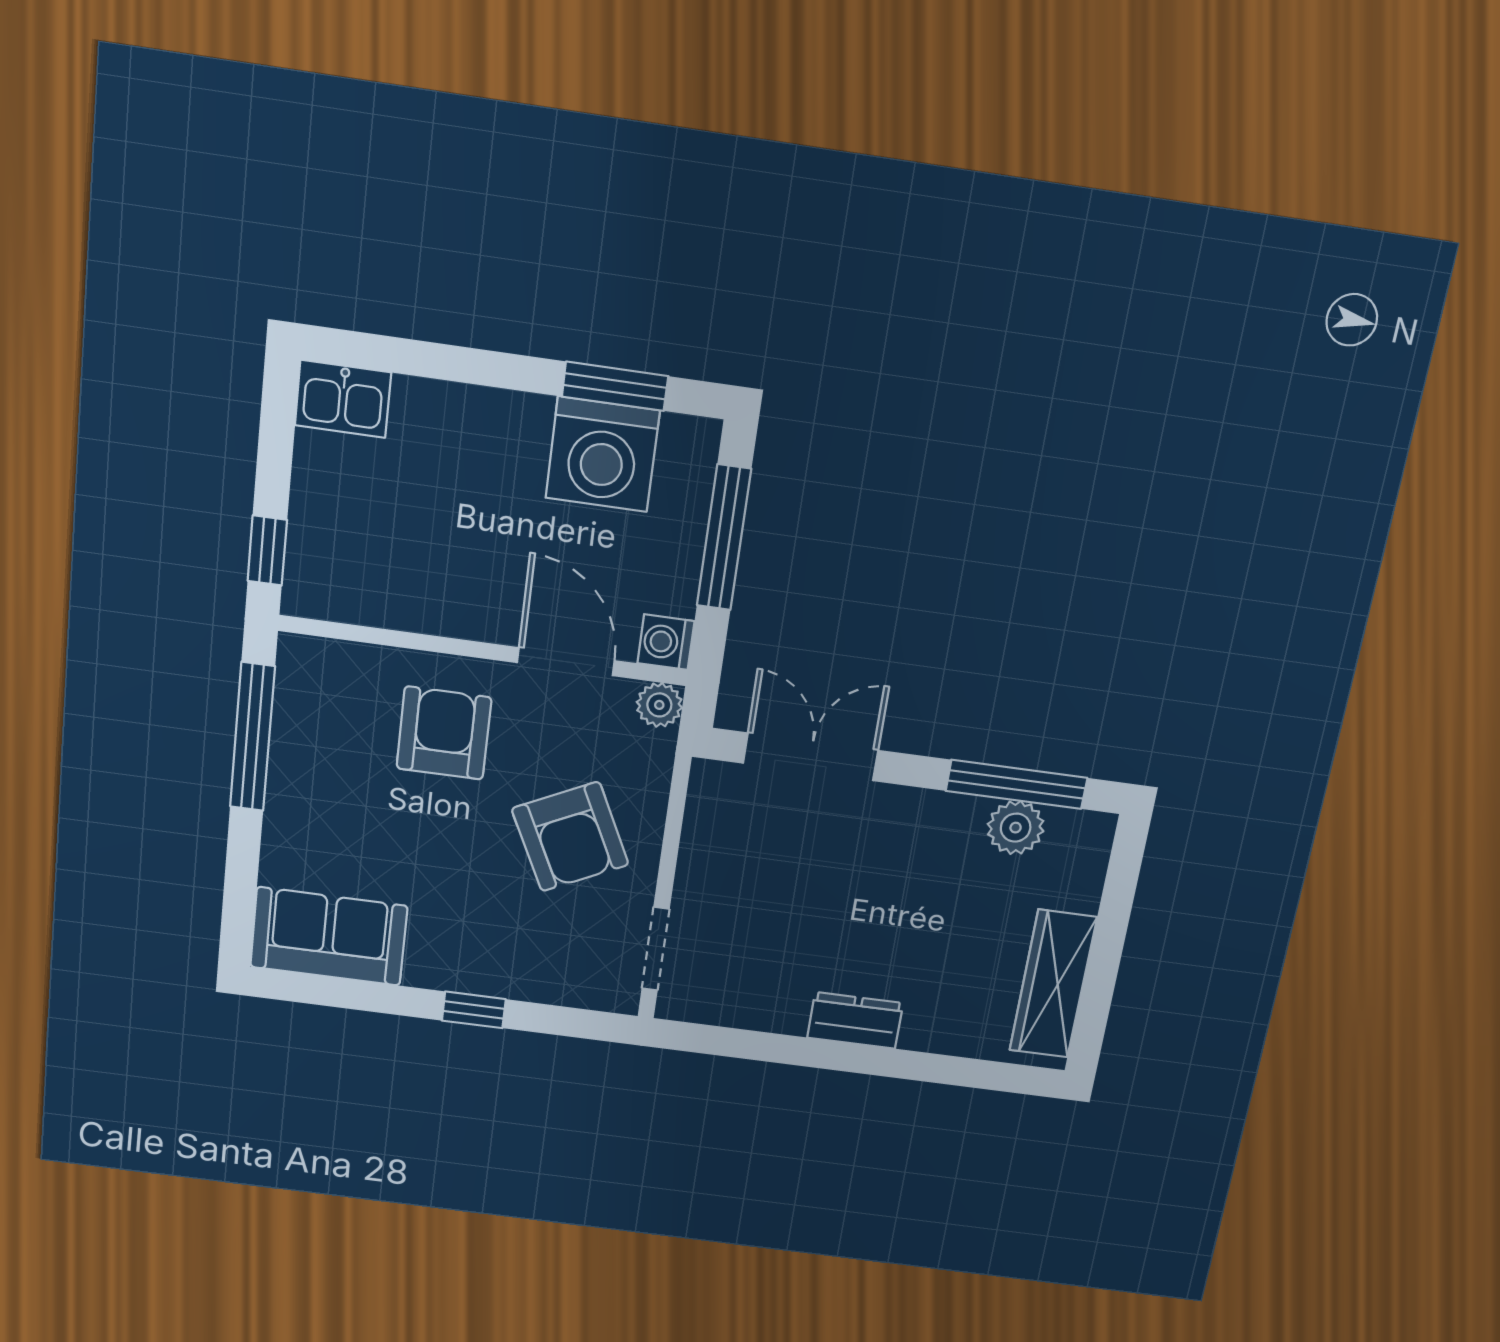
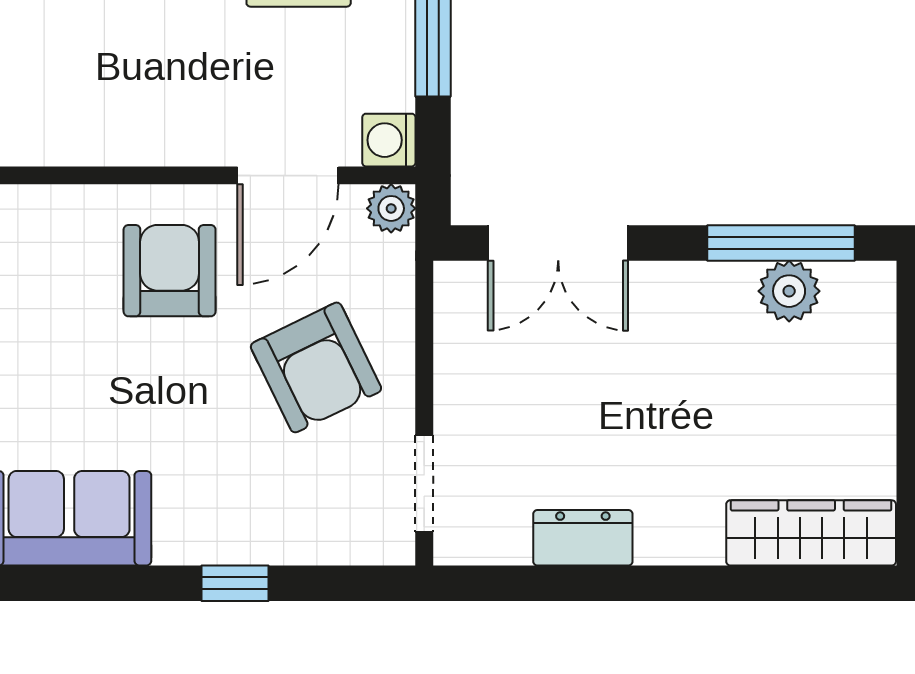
door: (566, 662) -> (288, 175), swing flipped
double door: (811, 757) -> (558, 243), swing flipped
wardrobe: (1053, 984) -> (811, 533), moved, turned 90
dresser: (855, 1020) -> (583, 538), moved

